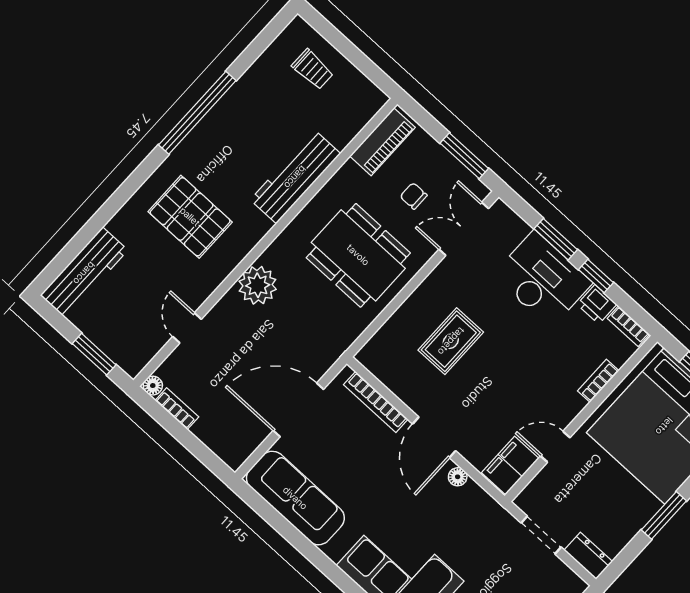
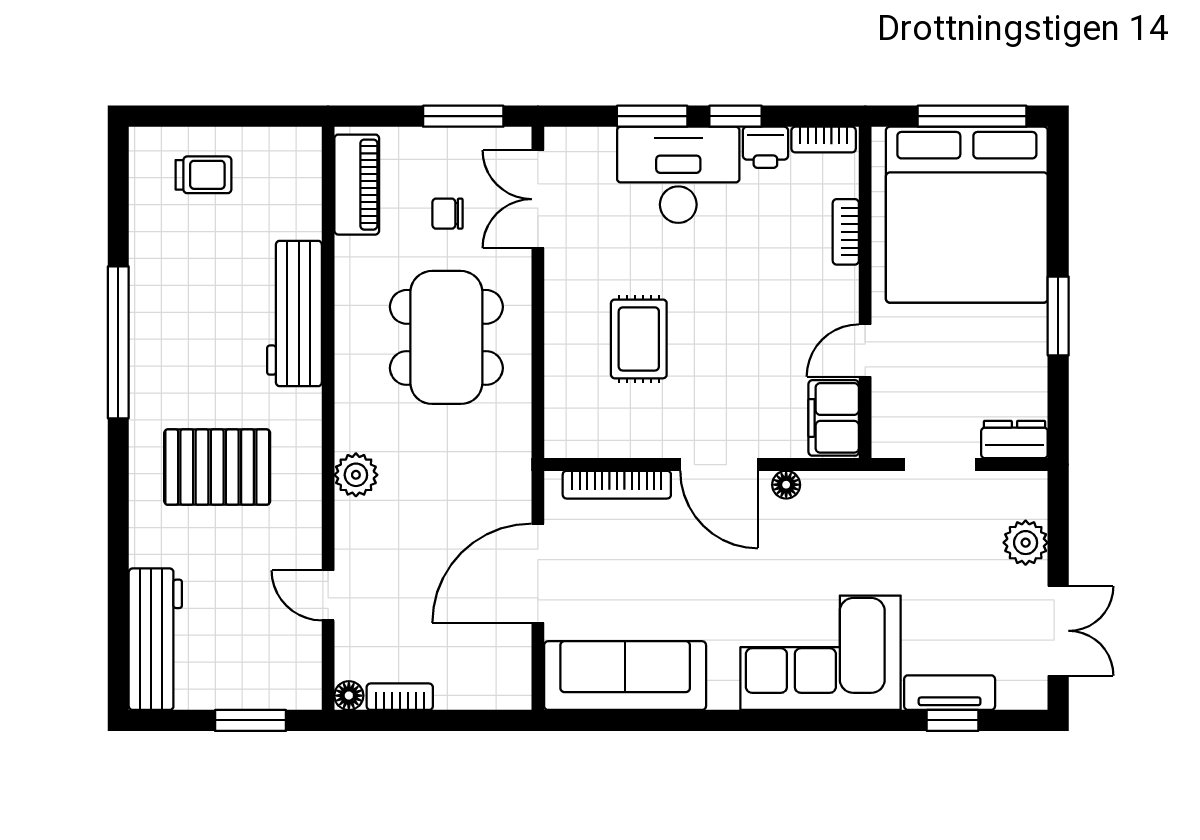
dining table: (358, 255) -> (446, 337), turned 90
plant: (258, 285) -> (356, 475), width x0.73, depth x0.73

